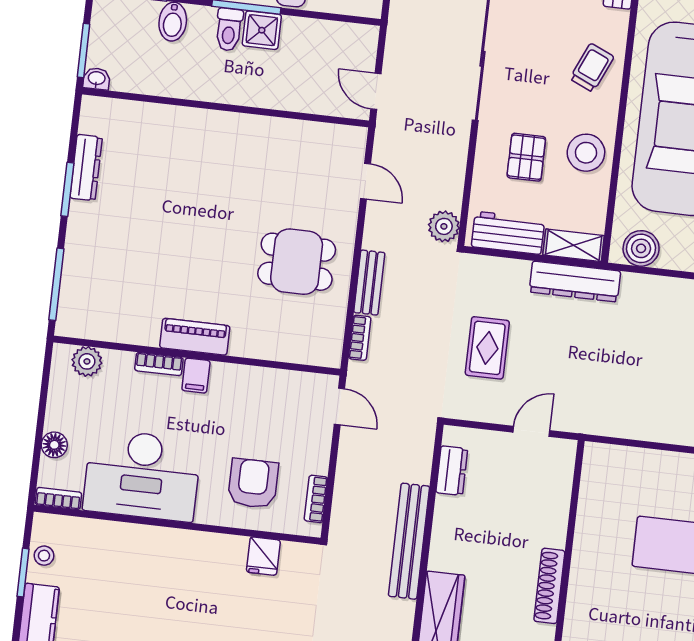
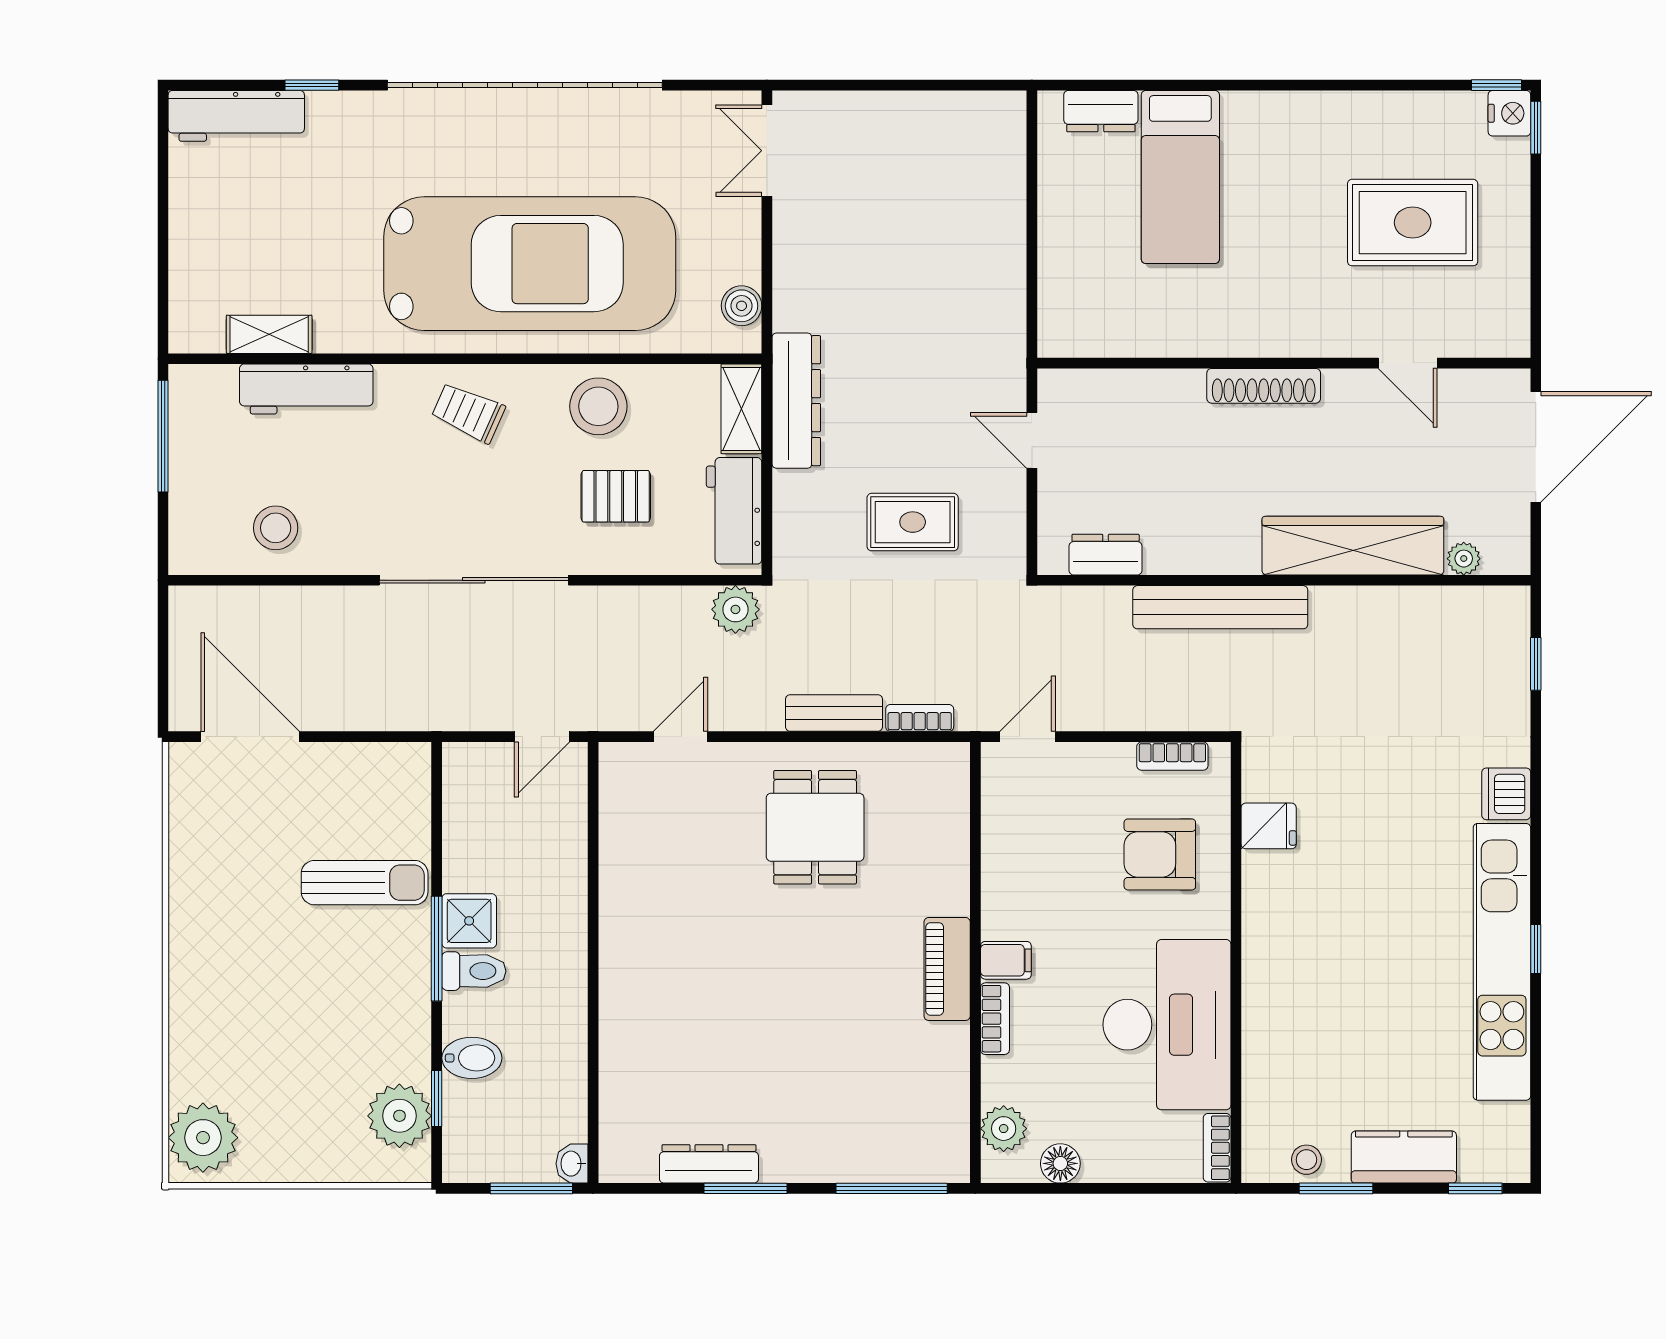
boiler: (641, 248) -> (742, 306), width x0.73, depth x0.73
floor lamp: (54, 445) -> (1060, 1163), moved

